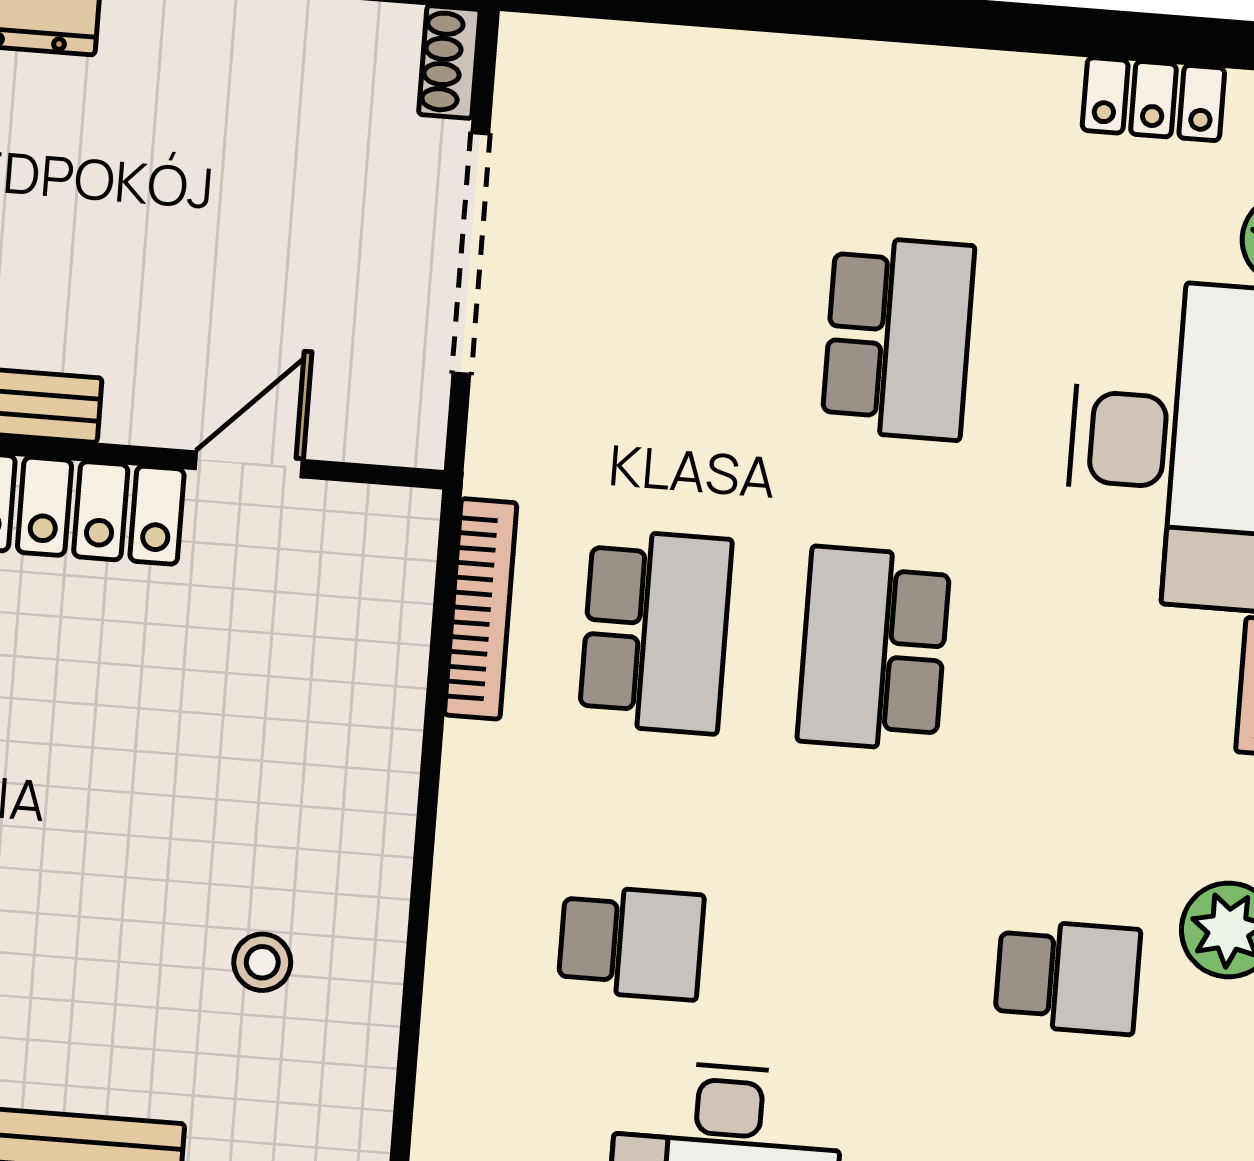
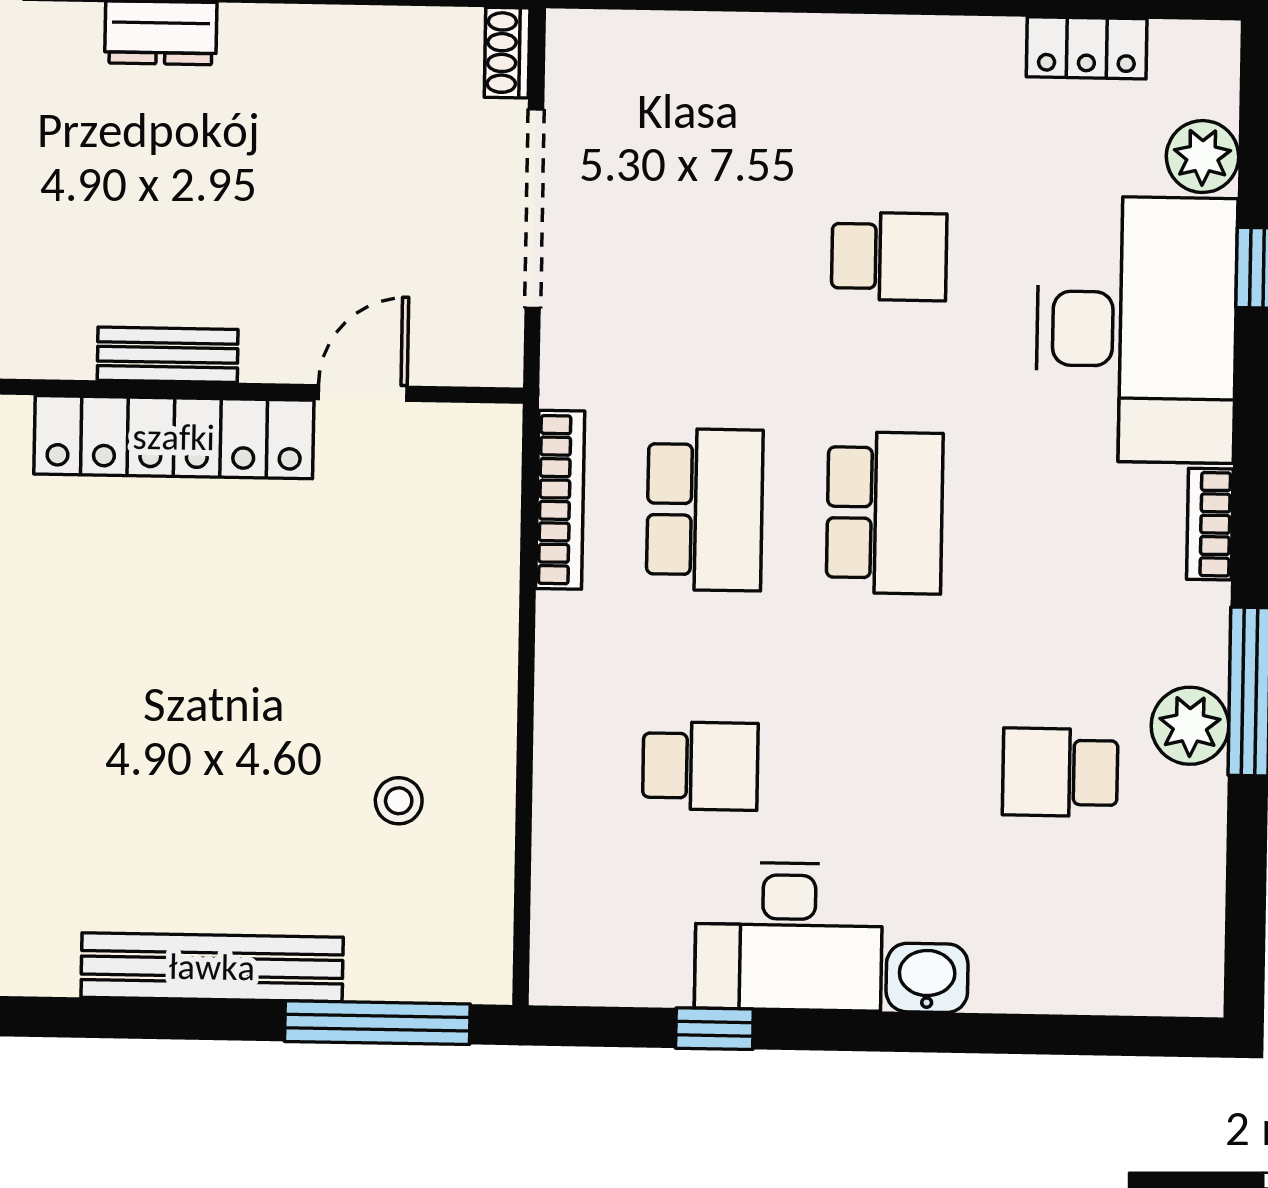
school desk: (898, 338) -> (889, 257), width x0.54
school desk: (874, 649) -> (885, 513), turned 180
school desk: (1068, 977) -> (1060, 772), turned 180

